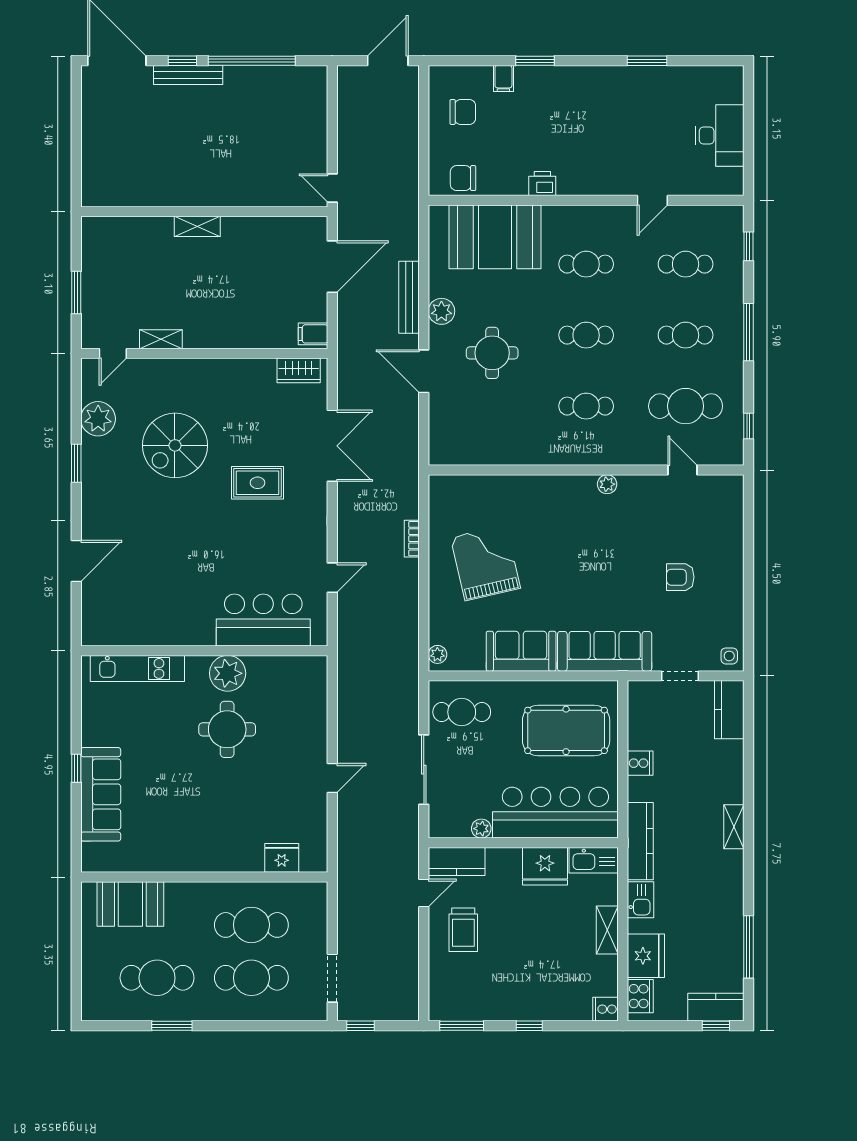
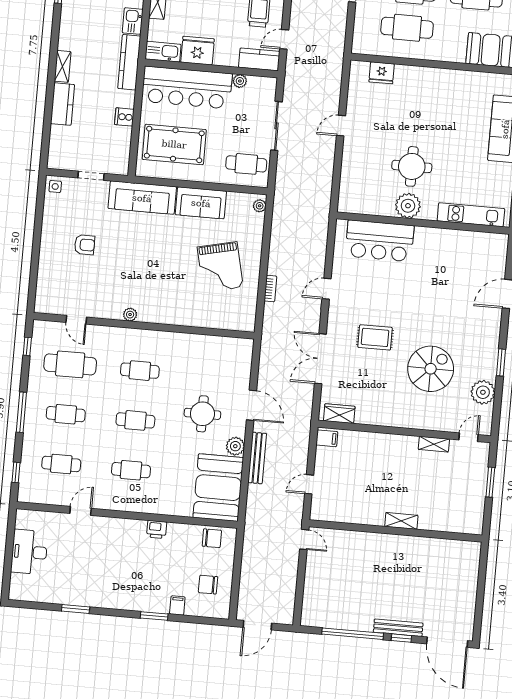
booth: (495, 237) -> (218, 488), moved, turned 90
door: (332, 267) -> (309, 484), width x0.53
door: (332, 578) -> (327, 289), moved
kitchen counter: (729, 710) -> (62, 104), moved

